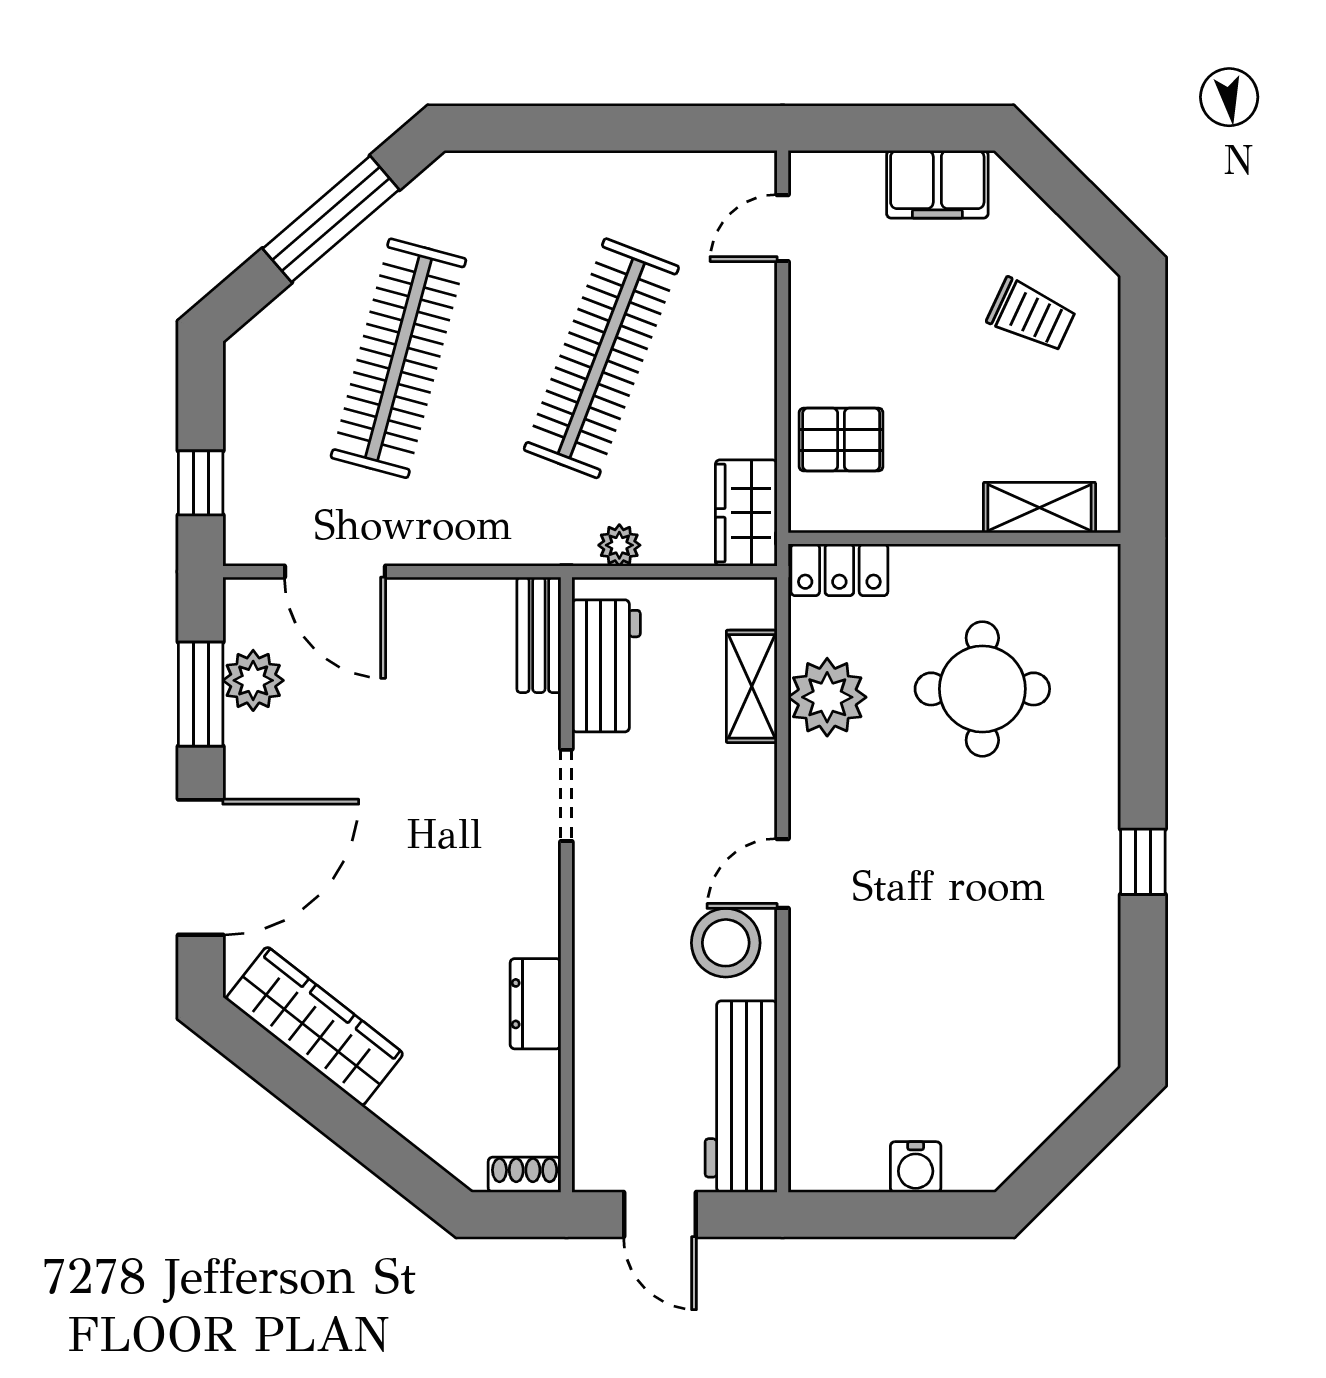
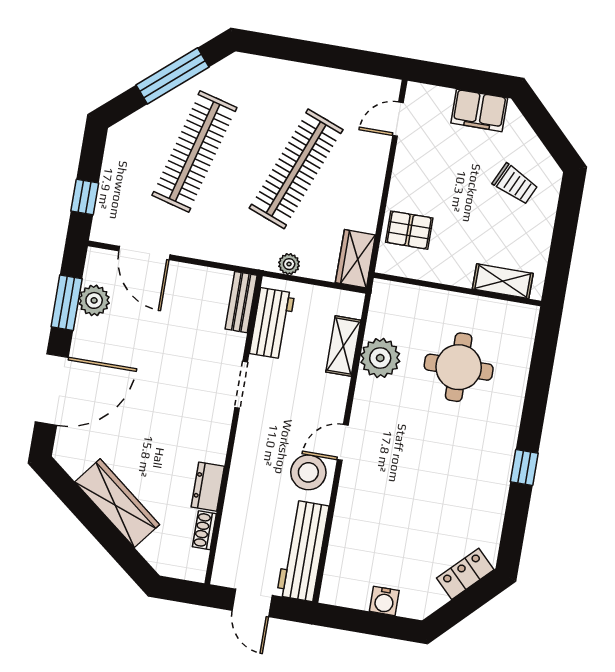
locker: (839, 570) -> (465, 574), moved, turned 135
wardrobe: (315, 1026) -> (117, 503), moved
shoe rack: (525, 1175) -> (204, 530), moved, turned -90

